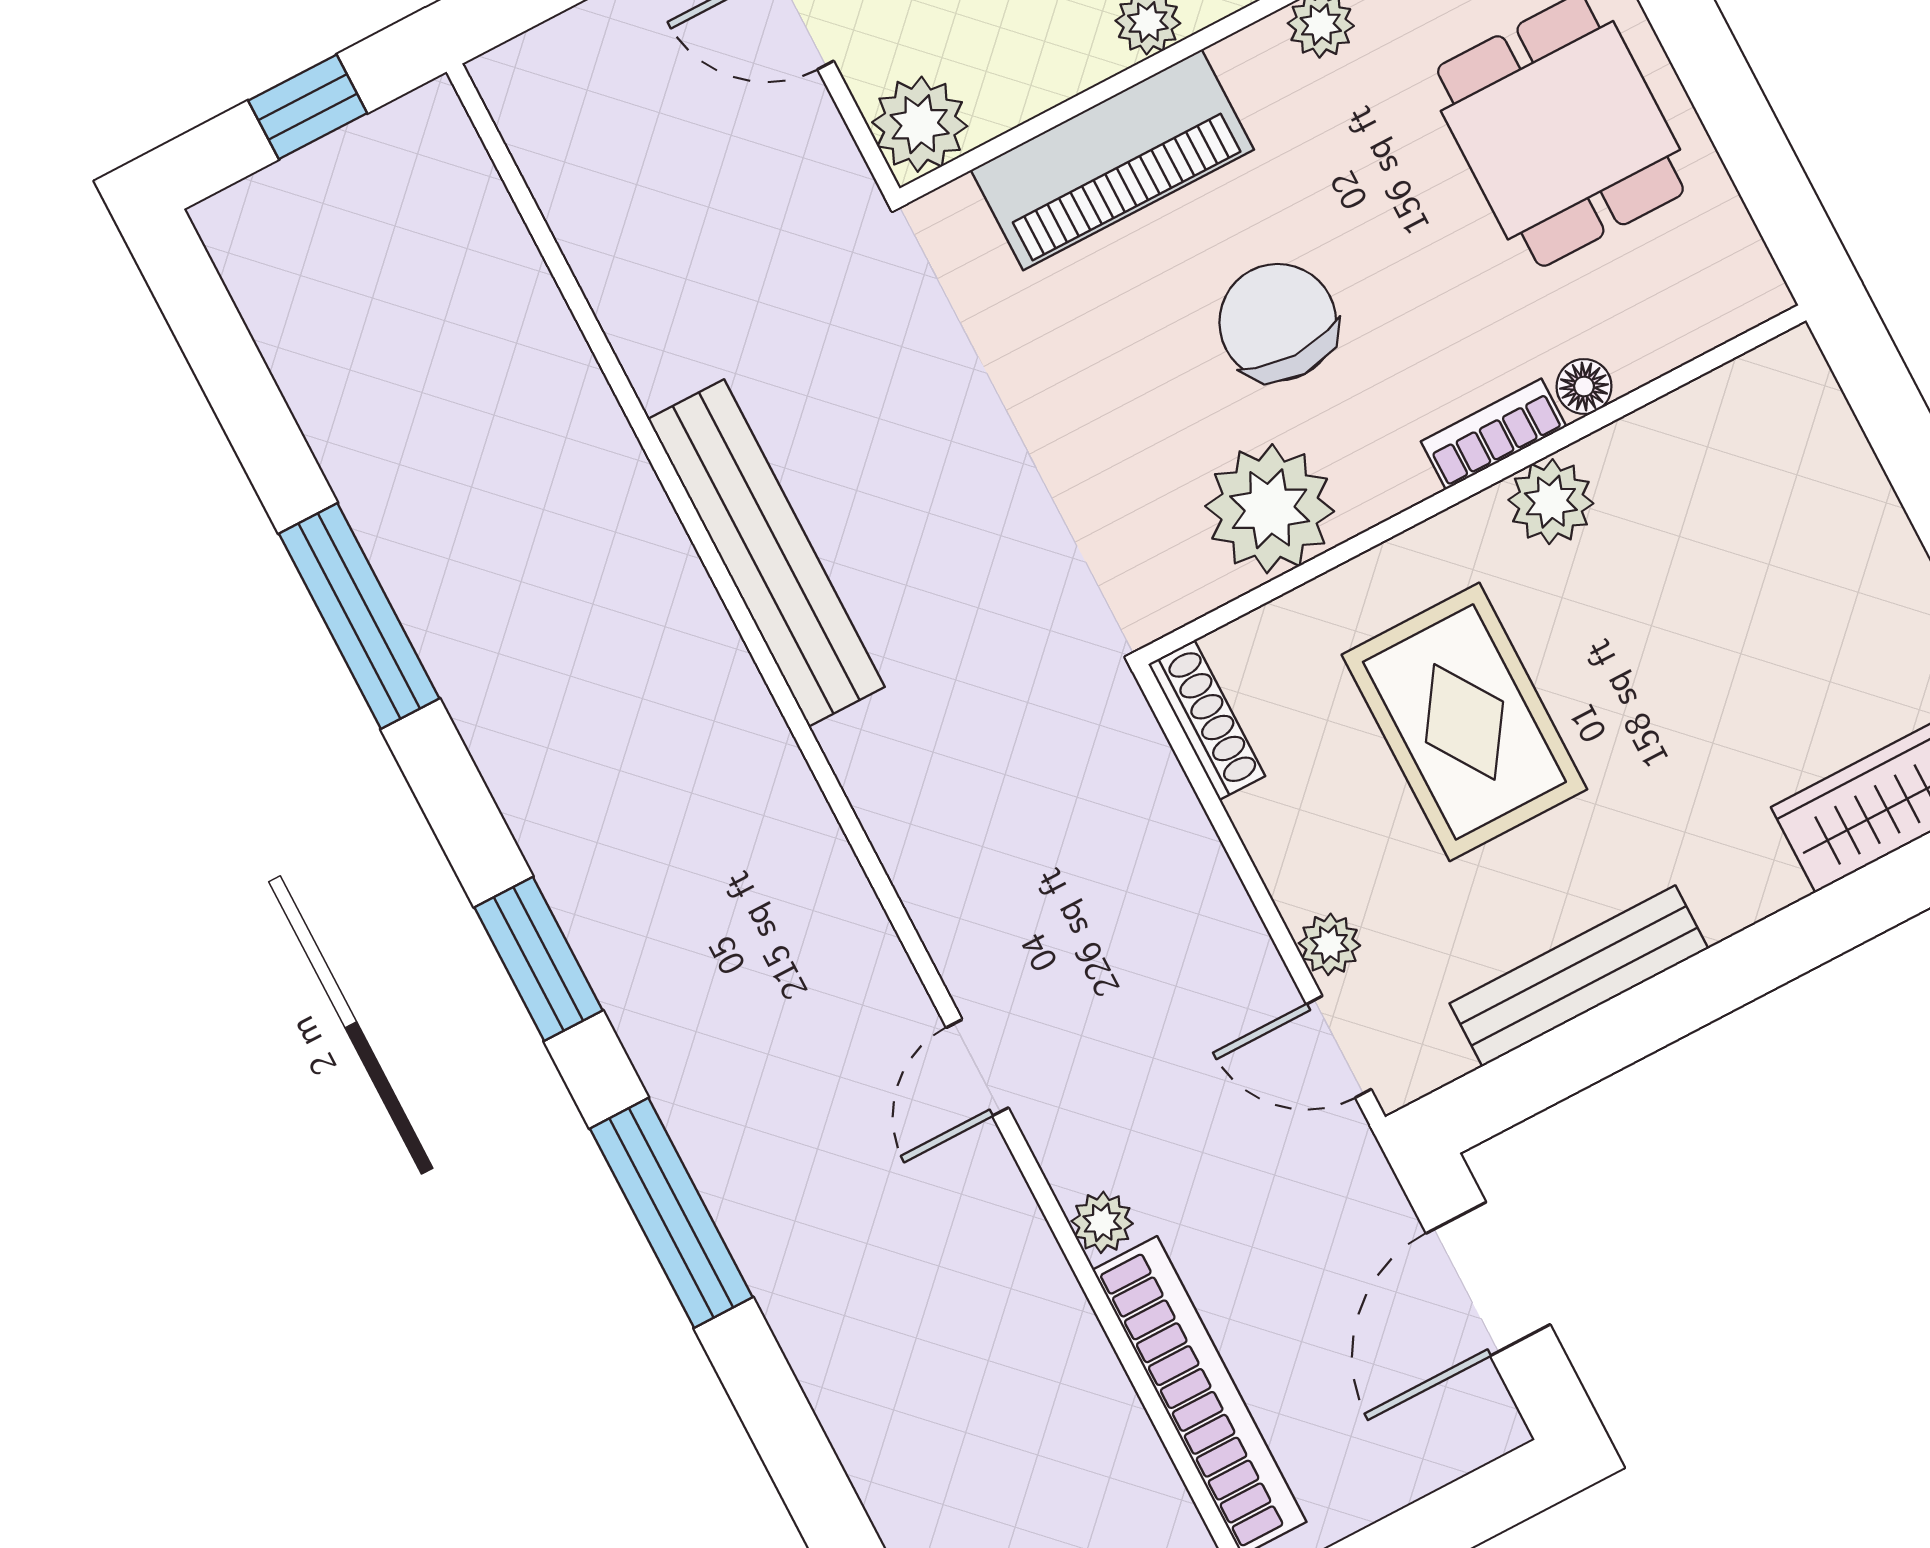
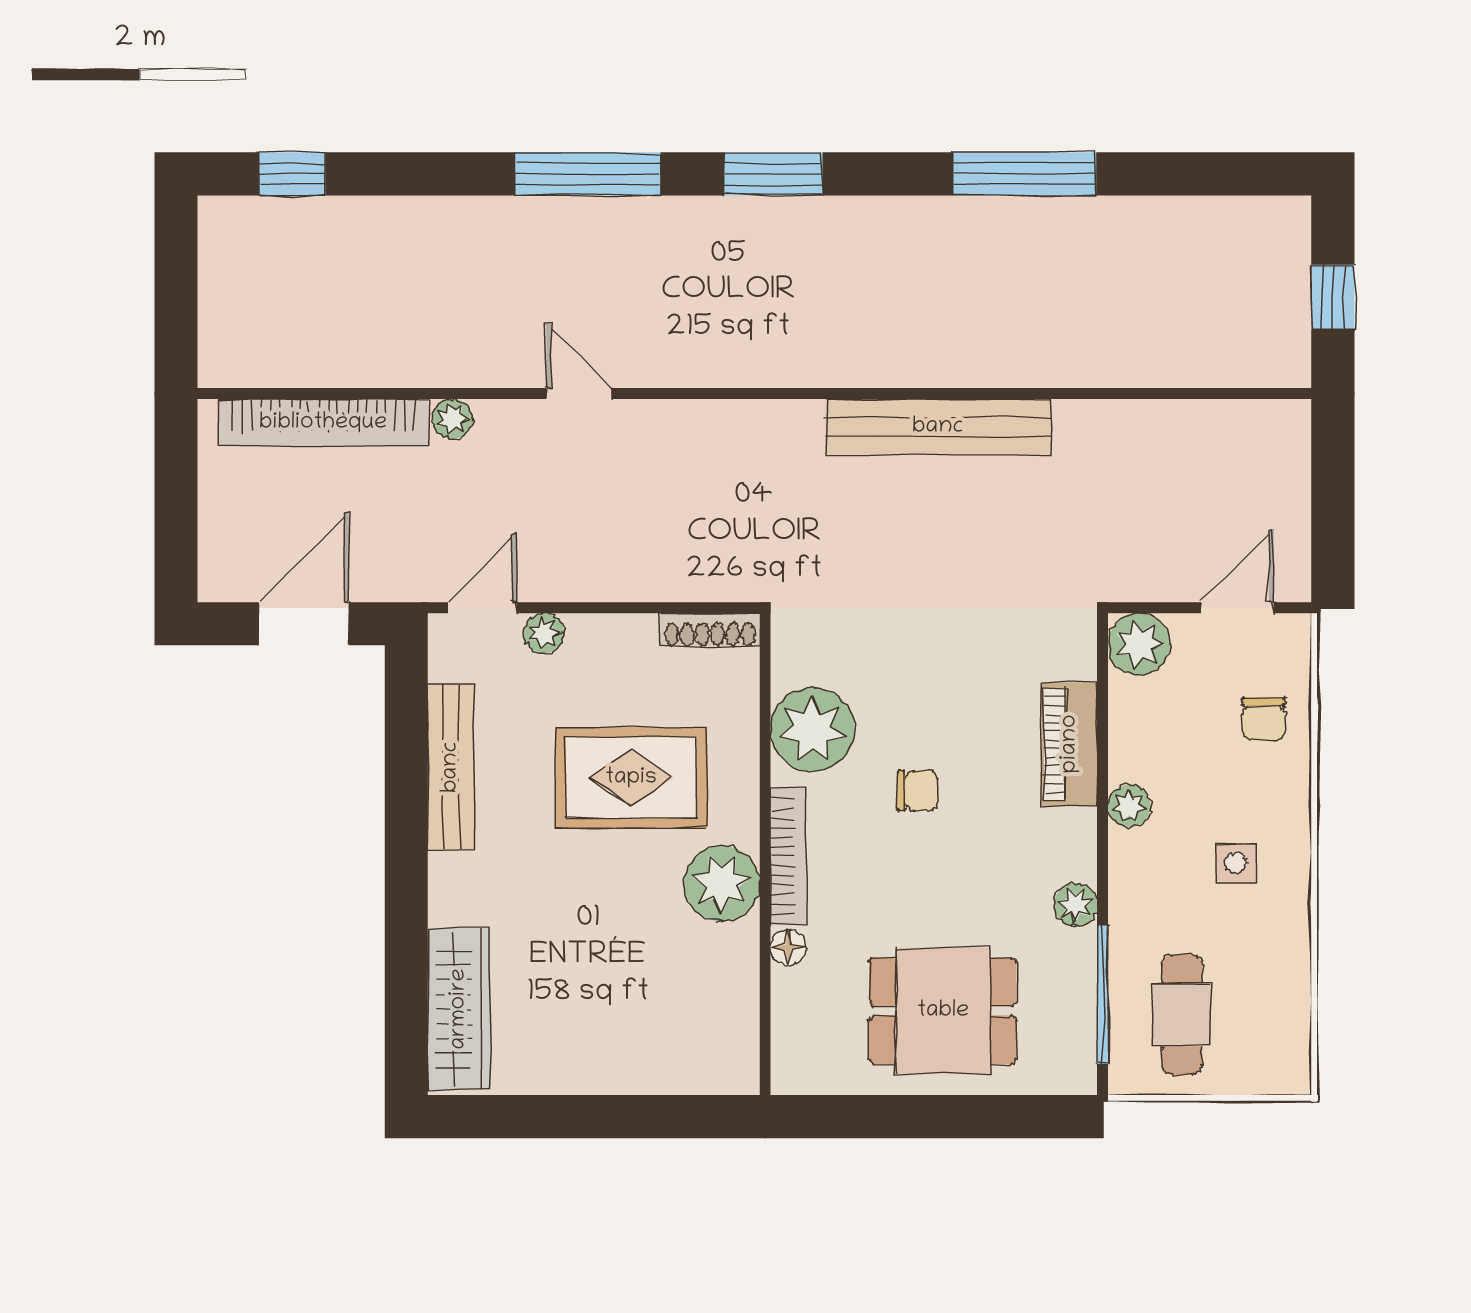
piano: (1112, 160) -> (1070, 744), width x0.73, depth x0.75
chair: (1278, 322) -> (917, 791), width x0.54, depth x0.54
bookcase: (1494, 434) -> (788, 856), width x1.56
plant: (1551, 502) -> (722, 884), width x1.36, depth x1.36
door: (1488, 1279) -> (304, 624), hinge flipped

